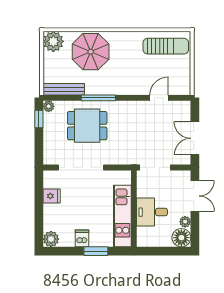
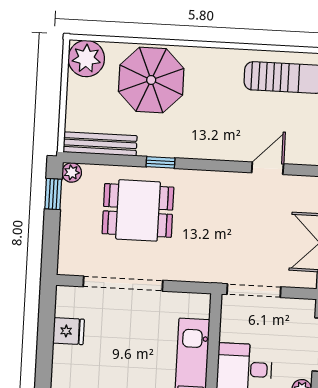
window: (98, 98) -> (160, 162), width x0.46

